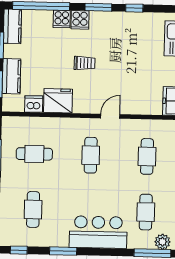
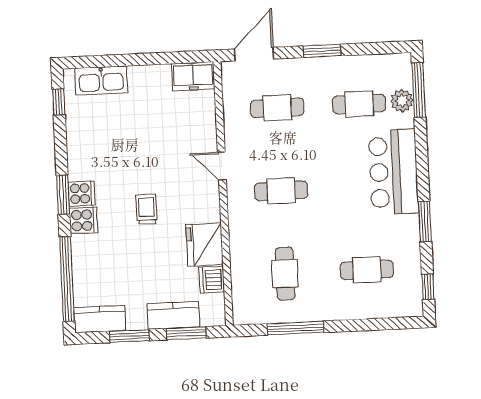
window: (134, 8) -> (59, 102), moved
cooker: (62, 19) -> (81, 193), moved
plant: (162, 242) -> (402, 101), moved

